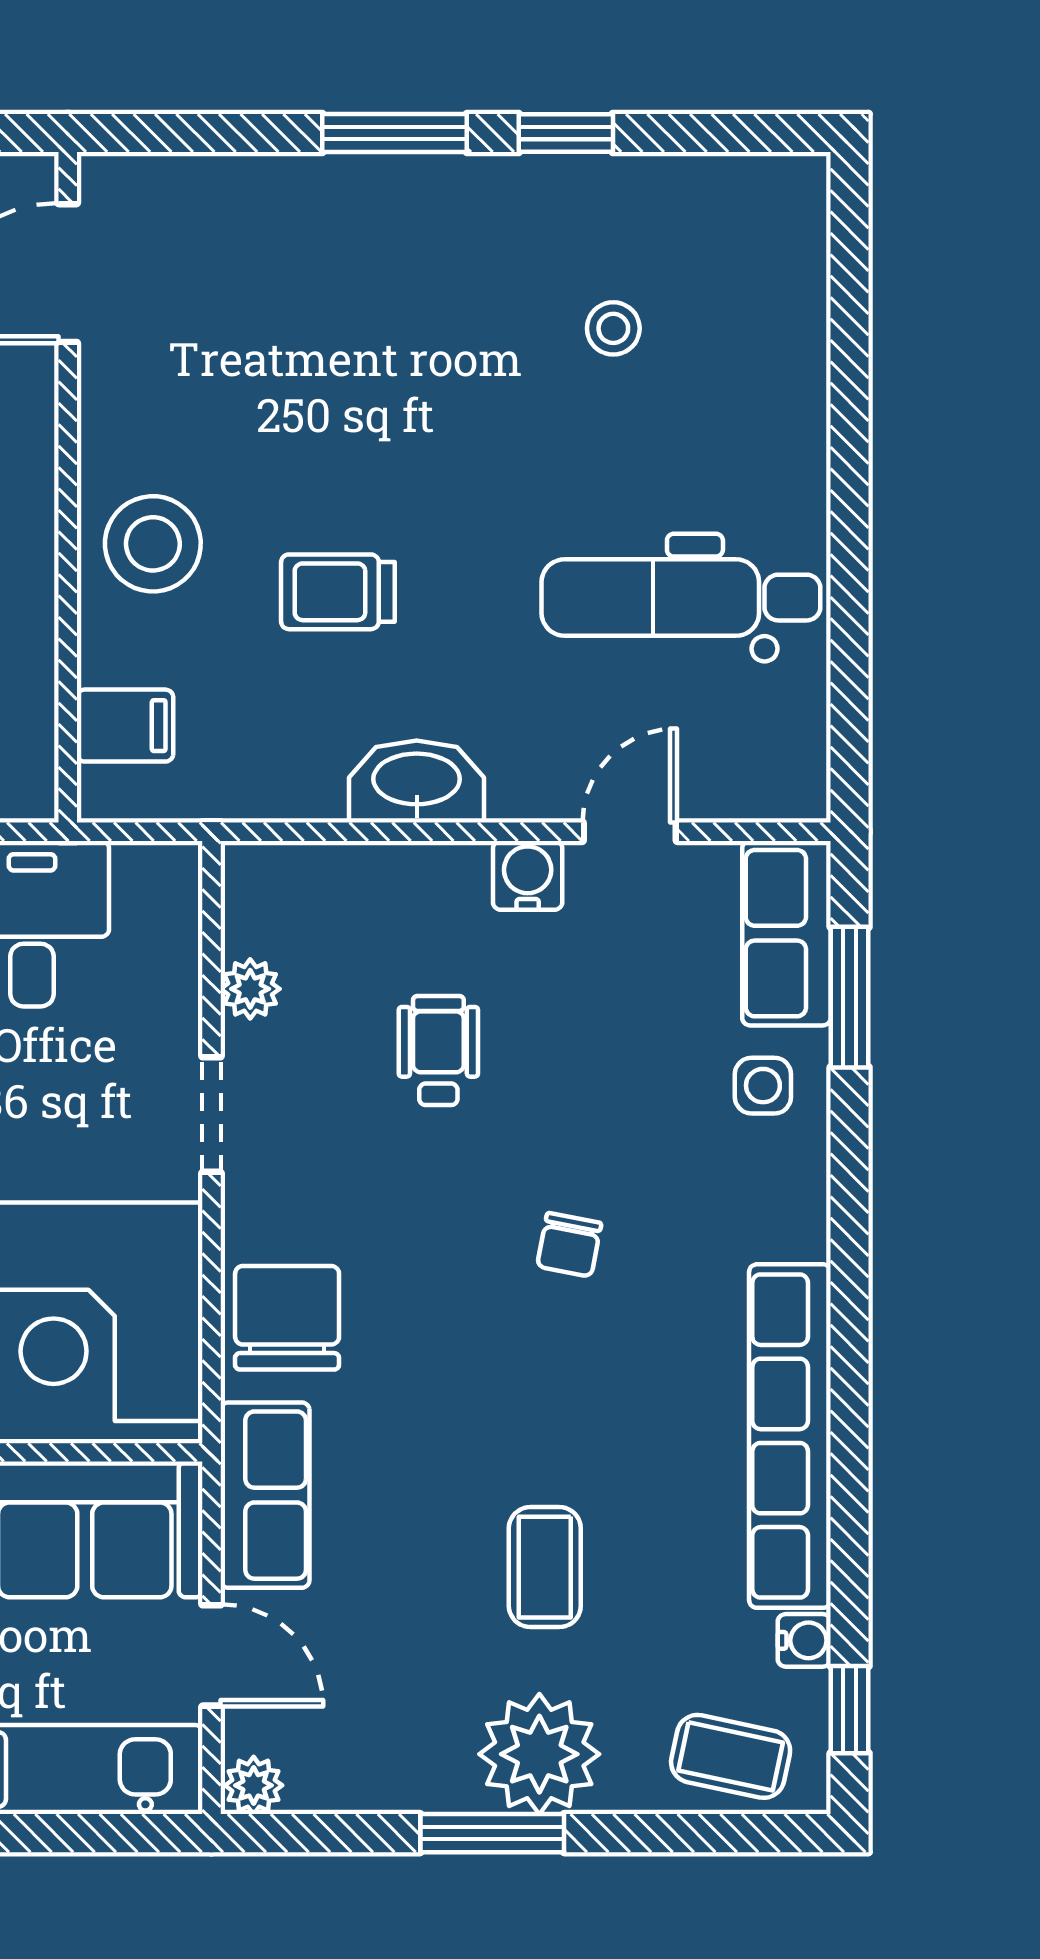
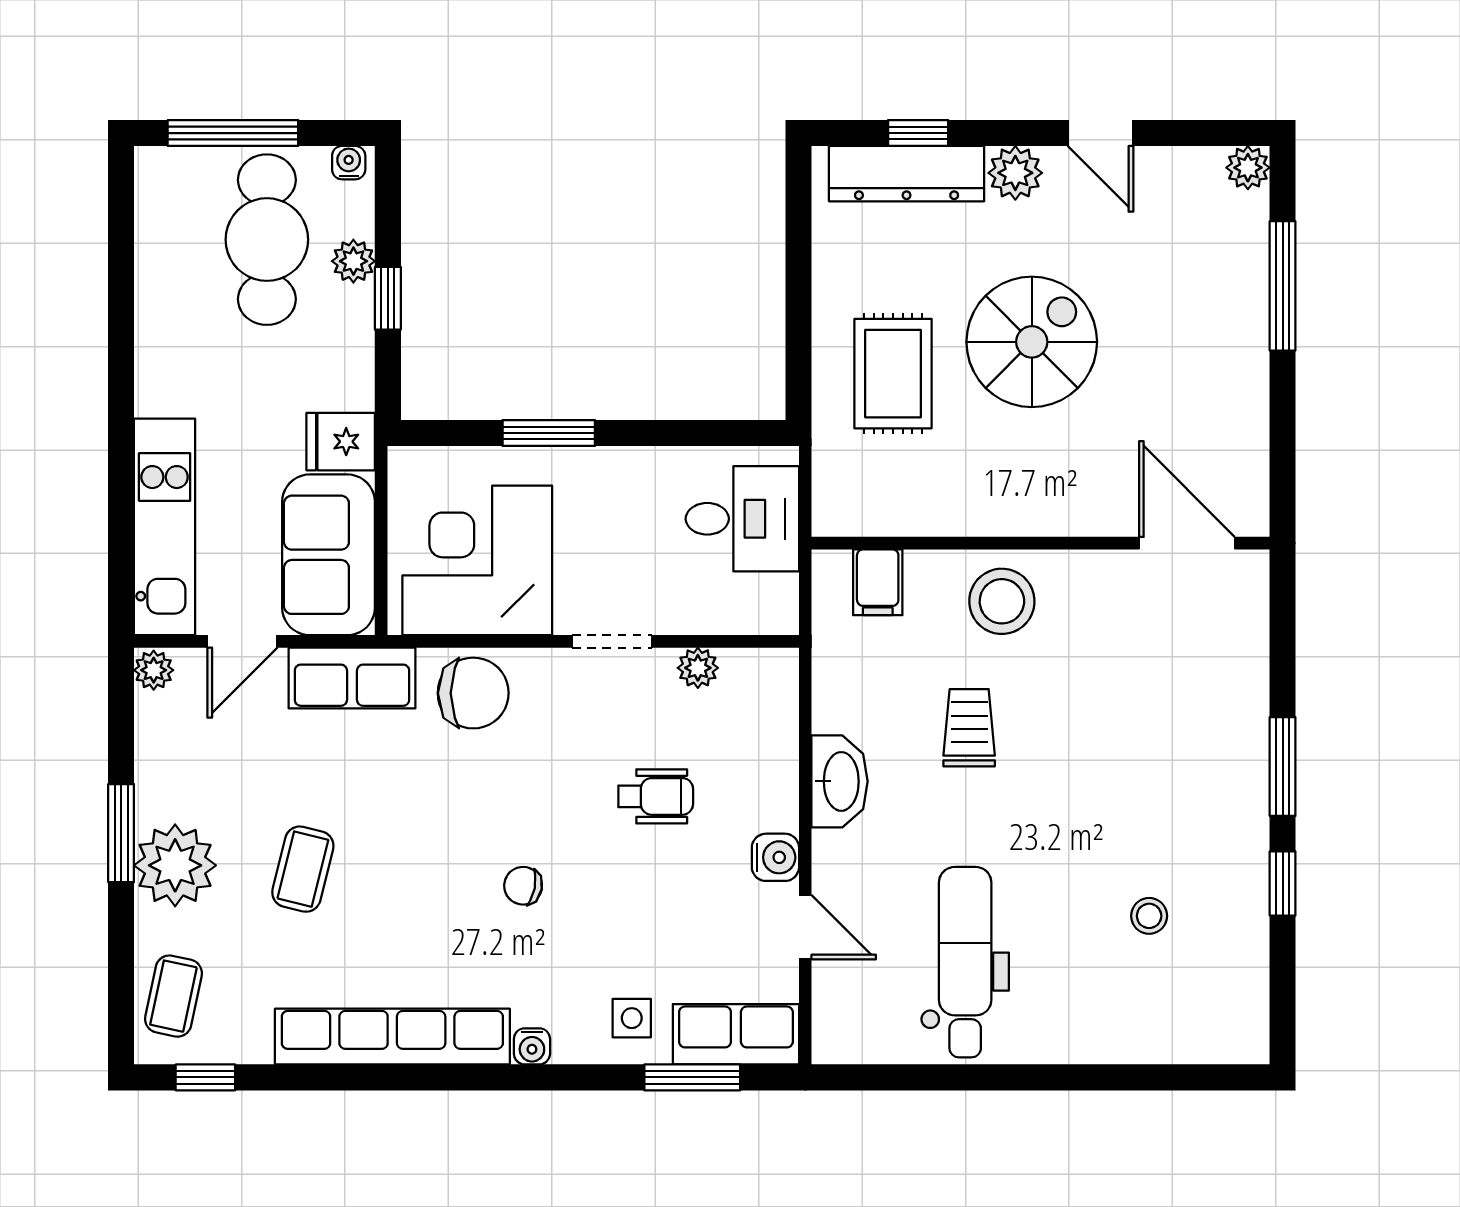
coffee table: (545, 1567) -> (303, 869), turned -76
water cooler: (804, 1640) -> (532, 1046), moved

